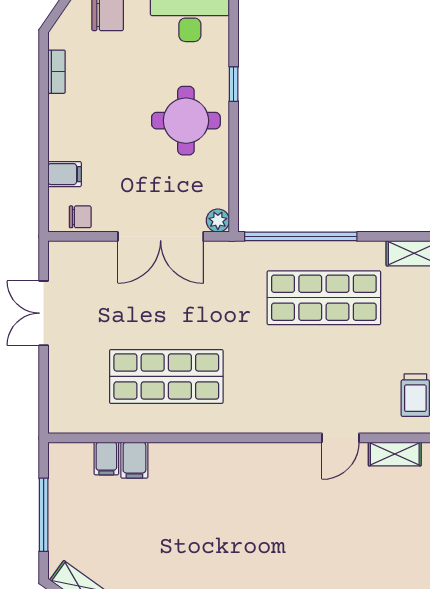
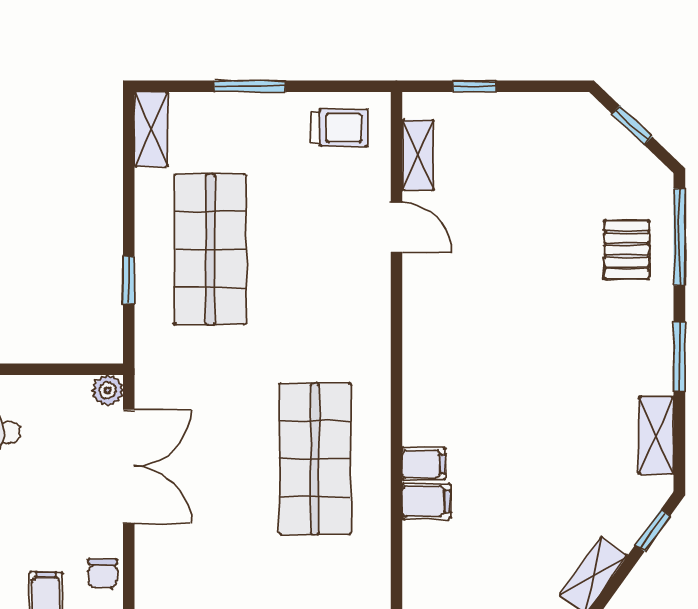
chair: (80, 217) -> (103, 573), turned 180
window: (301, 236) -> (129, 280), width x0.32
filing cabinet: (106, 458) -> (424, 464), moved

